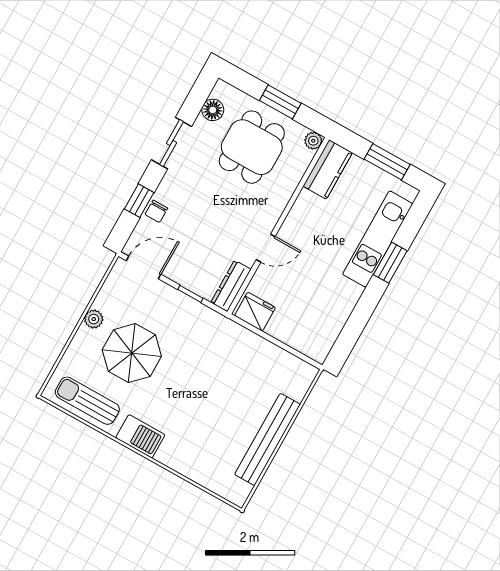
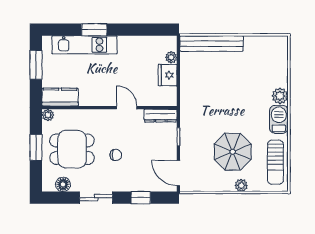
chair: (156, 211) -> (116, 155), moved
fridge: (255, 312) -> (168, 75), moved
plant: (94, 319) -> (241, 185), moved
plant: (299, 342) -> (171, 57), added
bench: (267, 439) -> (212, 44), moved
plant: (170, 455) -> (280, 96), added

